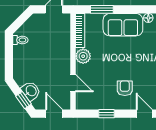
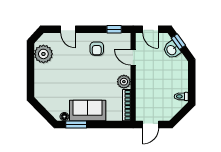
window: (102, 9) -> (76, 124), moved
armchair: (125, 88) -> (97, 49), moved
window: (106, 114) -> (114, 29), moved

